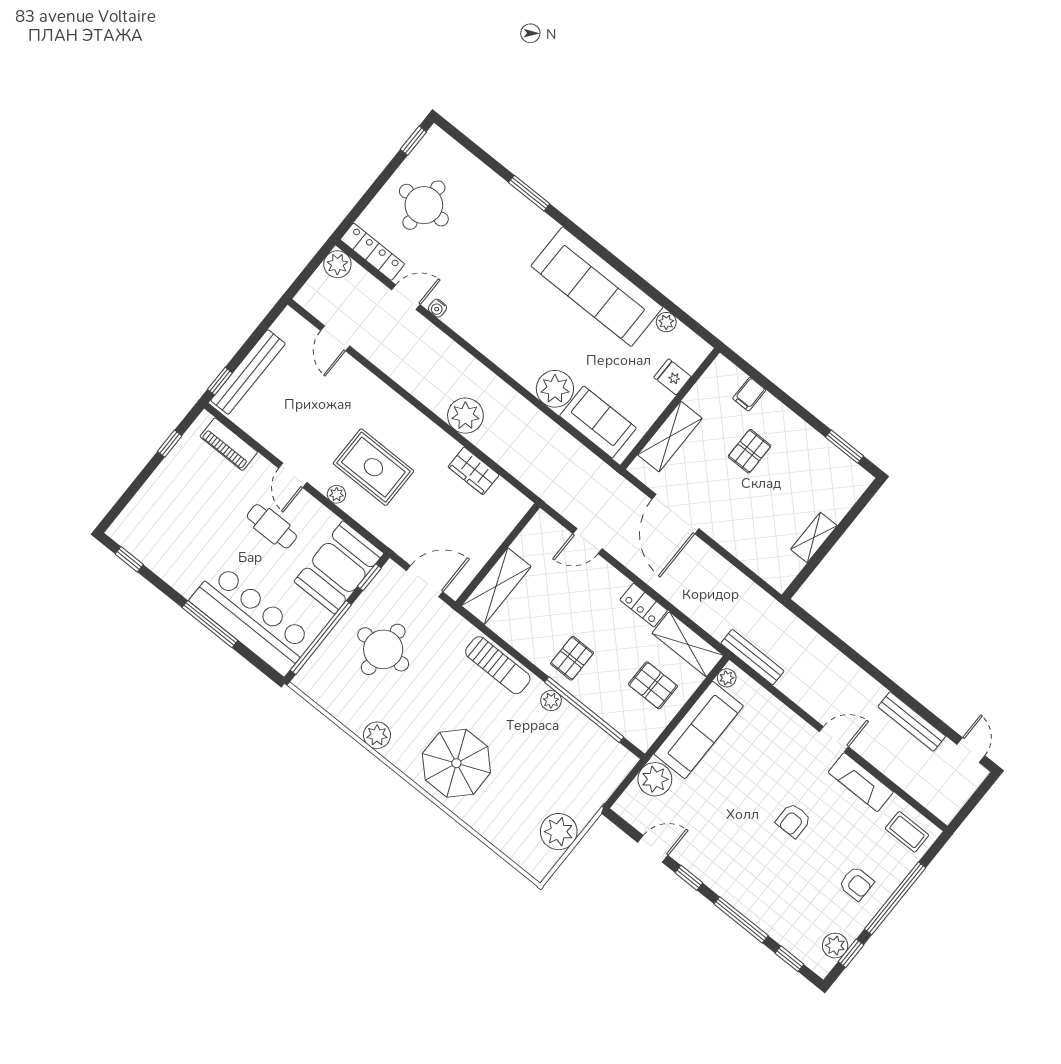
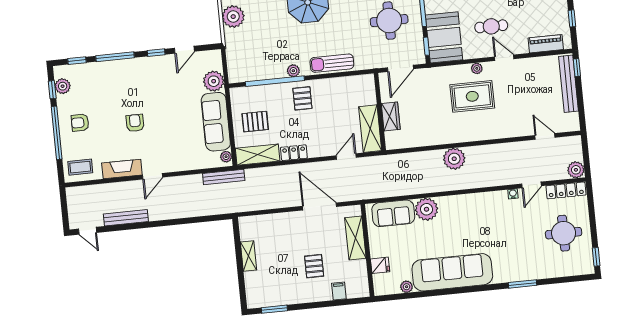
wardrobe: (474, 471) -> (391, 116), moved, turned 90
shelving: (496, 586) -> (370, 129), moved

